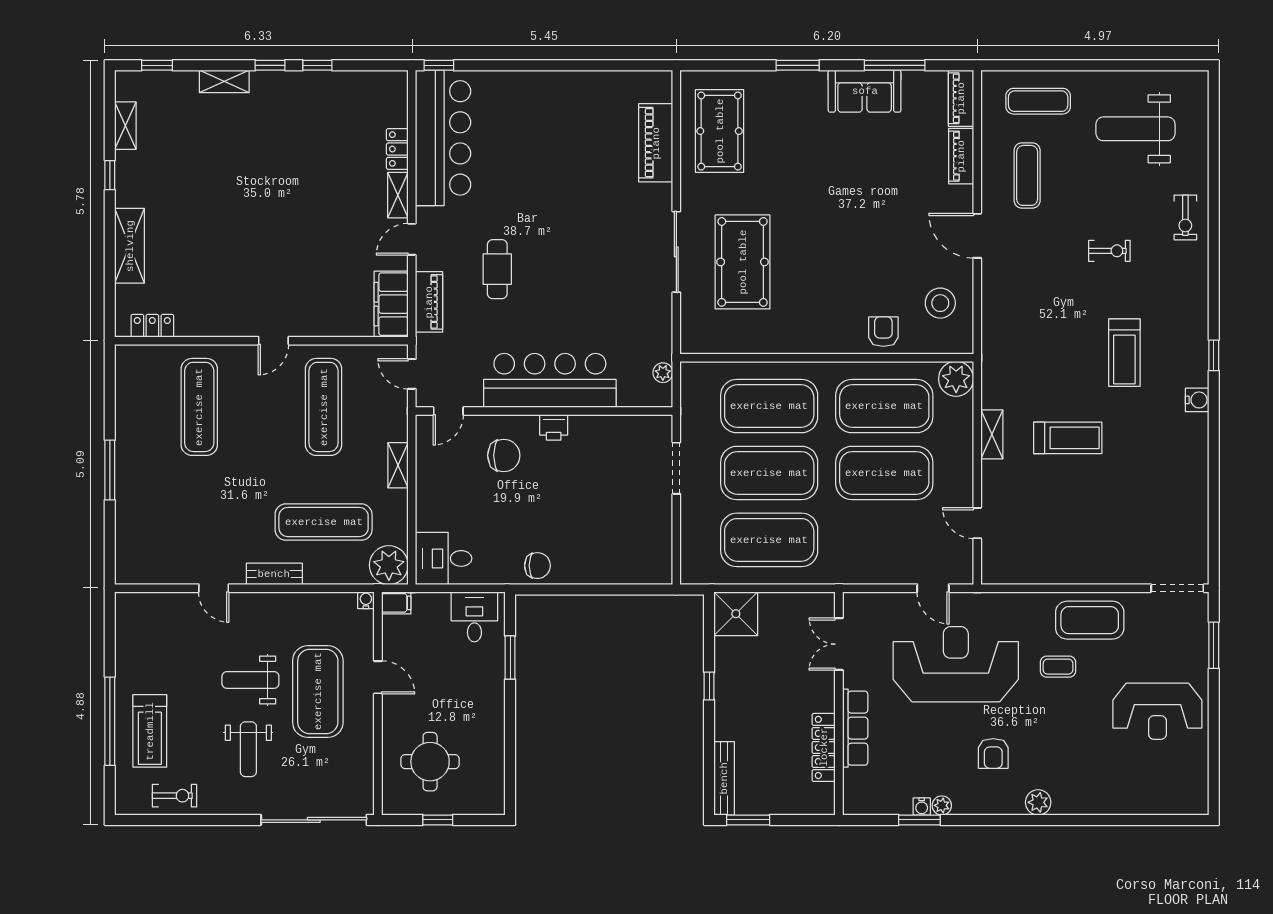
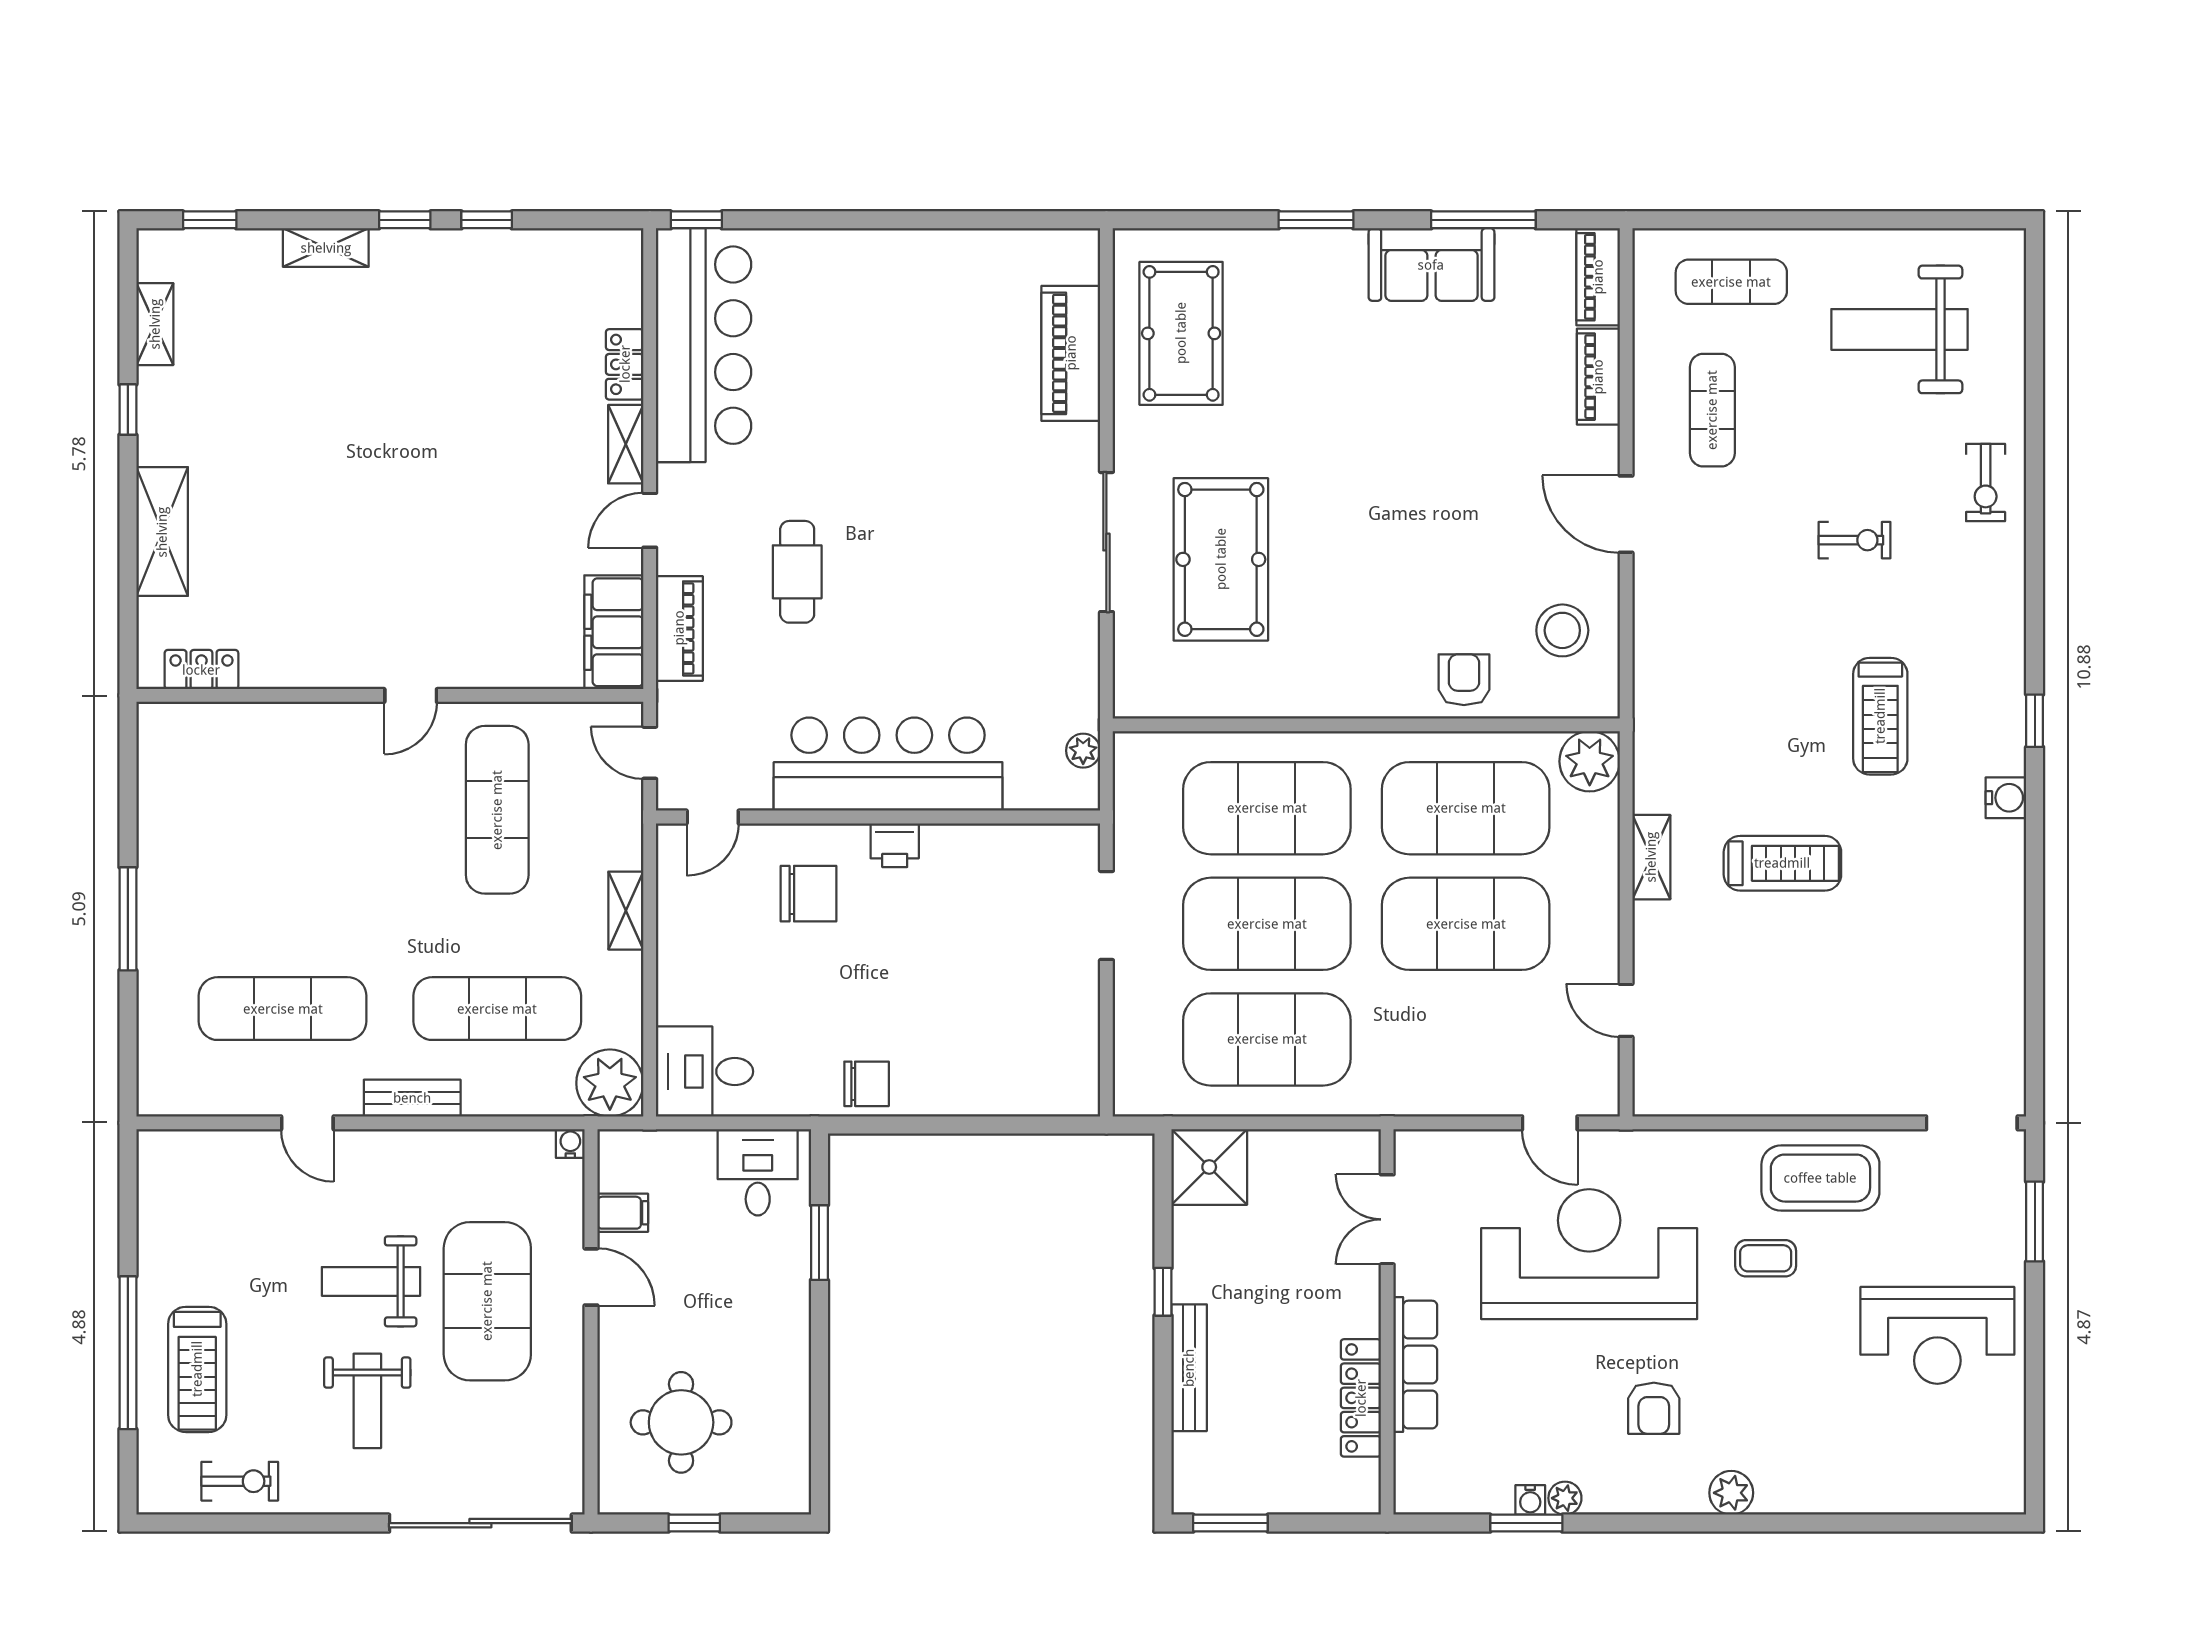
exercise mat: (199, 407) -> (283, 1009), moved, turned 90
filing cabinet: (396, 603) -> (623, 1213), moved
bench: (724, 778) -> (1189, 1368), moved

